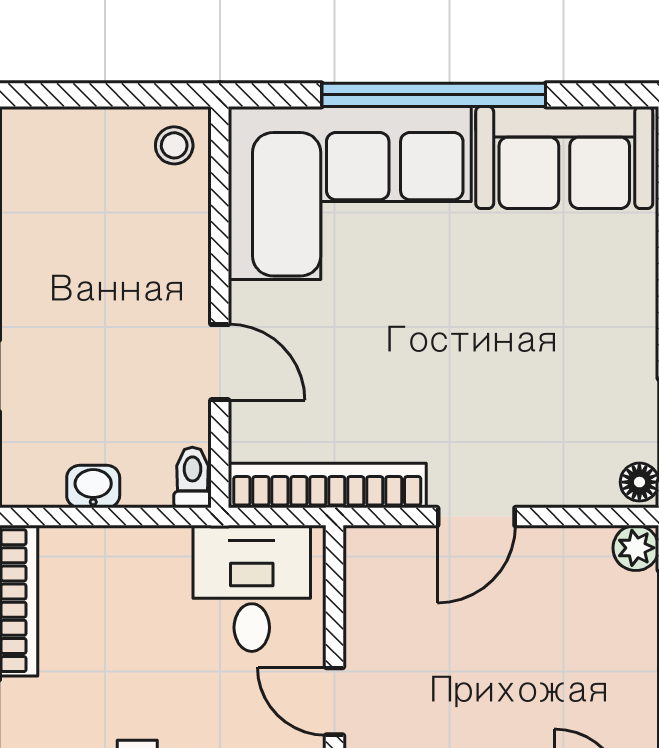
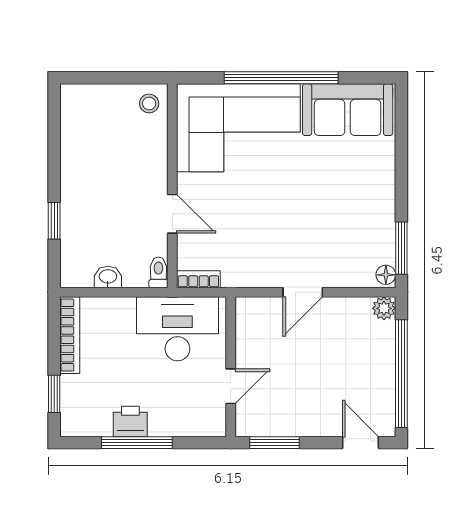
bookcase: (327, 485) -> (198, 279), width x0.43, depth x0.76
desk: (252, 588) -> (177, 329), width x1.37
door: (335, 701) -> (231, 386), swing flipped

